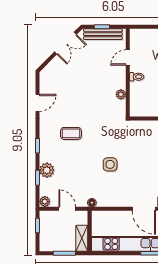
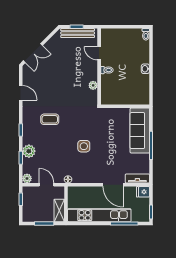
double door: (65, 43) -> (33, 53), moved
door: (128, 57) -> (99, 53), hinge flipped
door: (37, 103) -> (21, 93), hinge flipped

